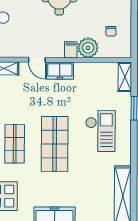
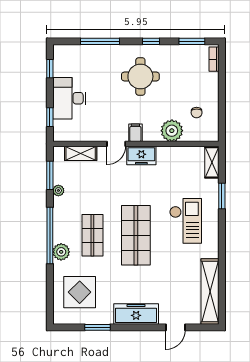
filing cabinet: (71, 50) -> (135, 133), moved
door: (37, 60) -> (116, 144), hinge flipped

